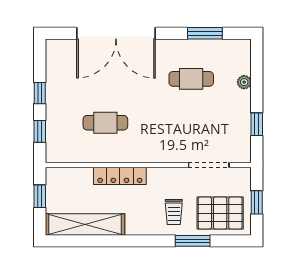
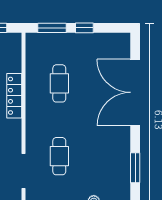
cafe table: (191, 79) -> (59, 156), moved
window: (40, 131) -> (52, 28), width x1.50

